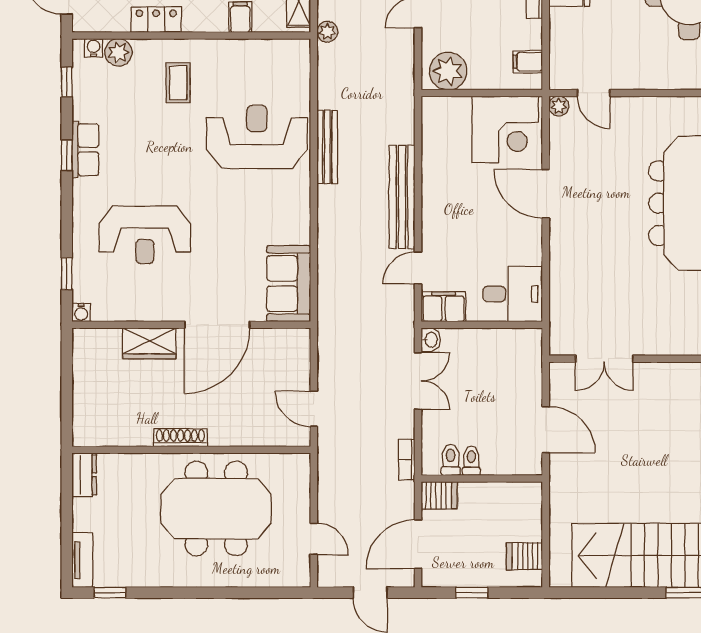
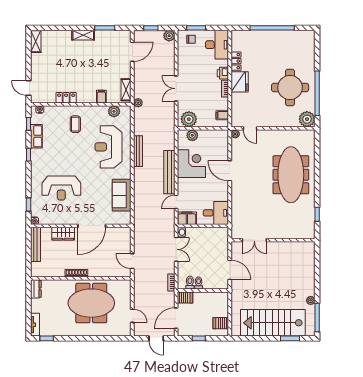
plant: (118, 52) -> (114, 111), moved
plant: (456, 109) -> (192, 135), added
corner desk: (505, 129) -> (191, 164), moved, turned -90
reception desk: (257, 137) -> (108, 147), turned -90
row of seats: (85, 150) -> (36, 136), moved
sofa: (289, 284) -> (122, 195), moved
bench: (83, 369) -> (36, 244), added

